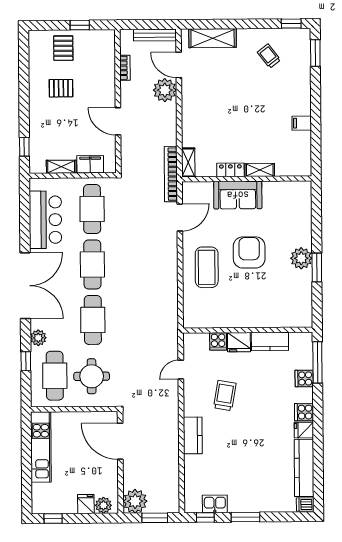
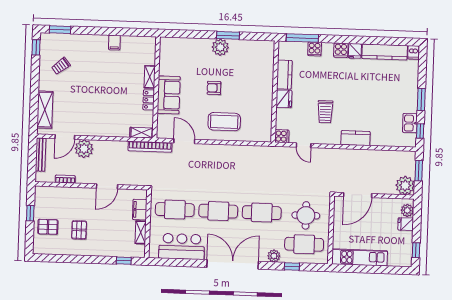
armchair: (249, 252) -> (214, 88), width x0.53, depth x0.53
cooker: (218, 341) -> (282, 136), moved
trolley: (225, 396) -> (325, 112), turned -100

